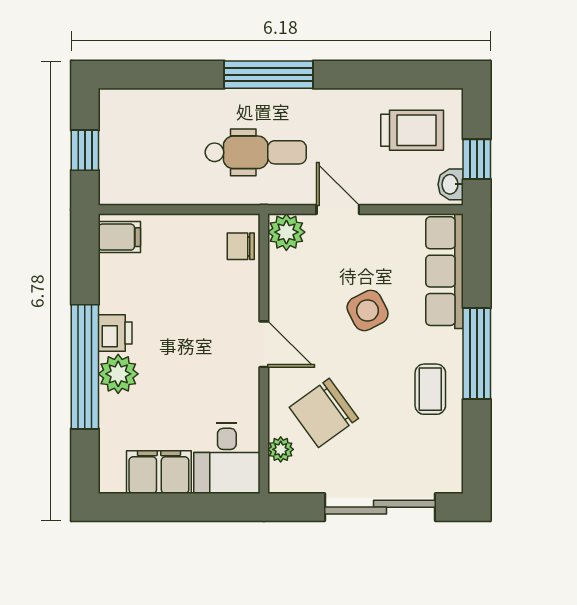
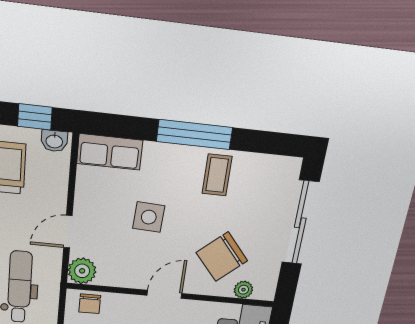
row of seats: (445, 271) -> (110, 152), width x0.68
side table: (368, 310) -> (149, 217), turned 30
coffee table: (430, 389) -> (217, 175), turned 90
chair: (324, 413) -> (222, 257), turned 85

